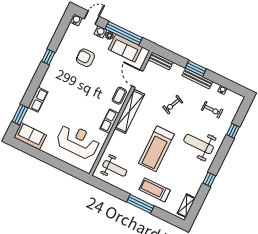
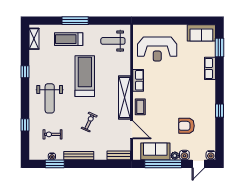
armchair: (85, 58) -> (186, 126), turned 180
window: (196, 68) -> (55, 164), moved
weight bench: (199, 144) -> (50, 98), turned 90
treadmill: (155, 190) -> (69, 39), turned 180

